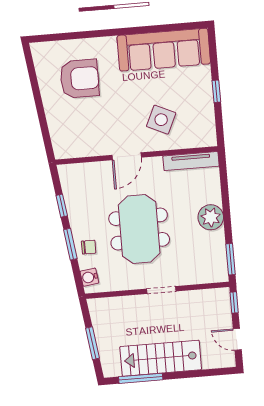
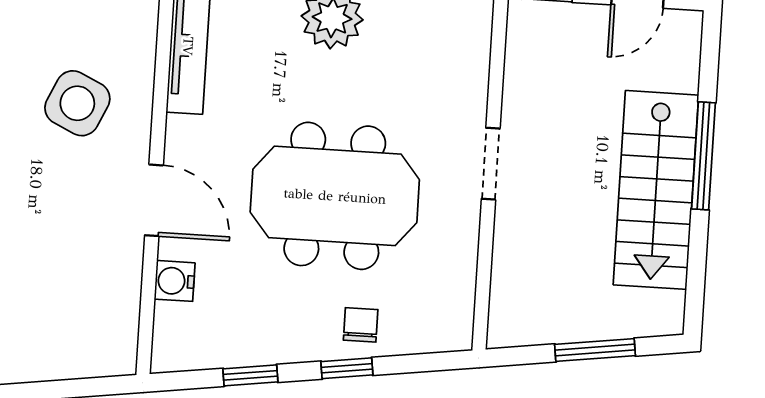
window: (70, 244) -> (347, 368), width x0.67
water cooler: (89, 277) -> (175, 281), moved, turned 98
window: (141, 378) -> (703, 156), moved

